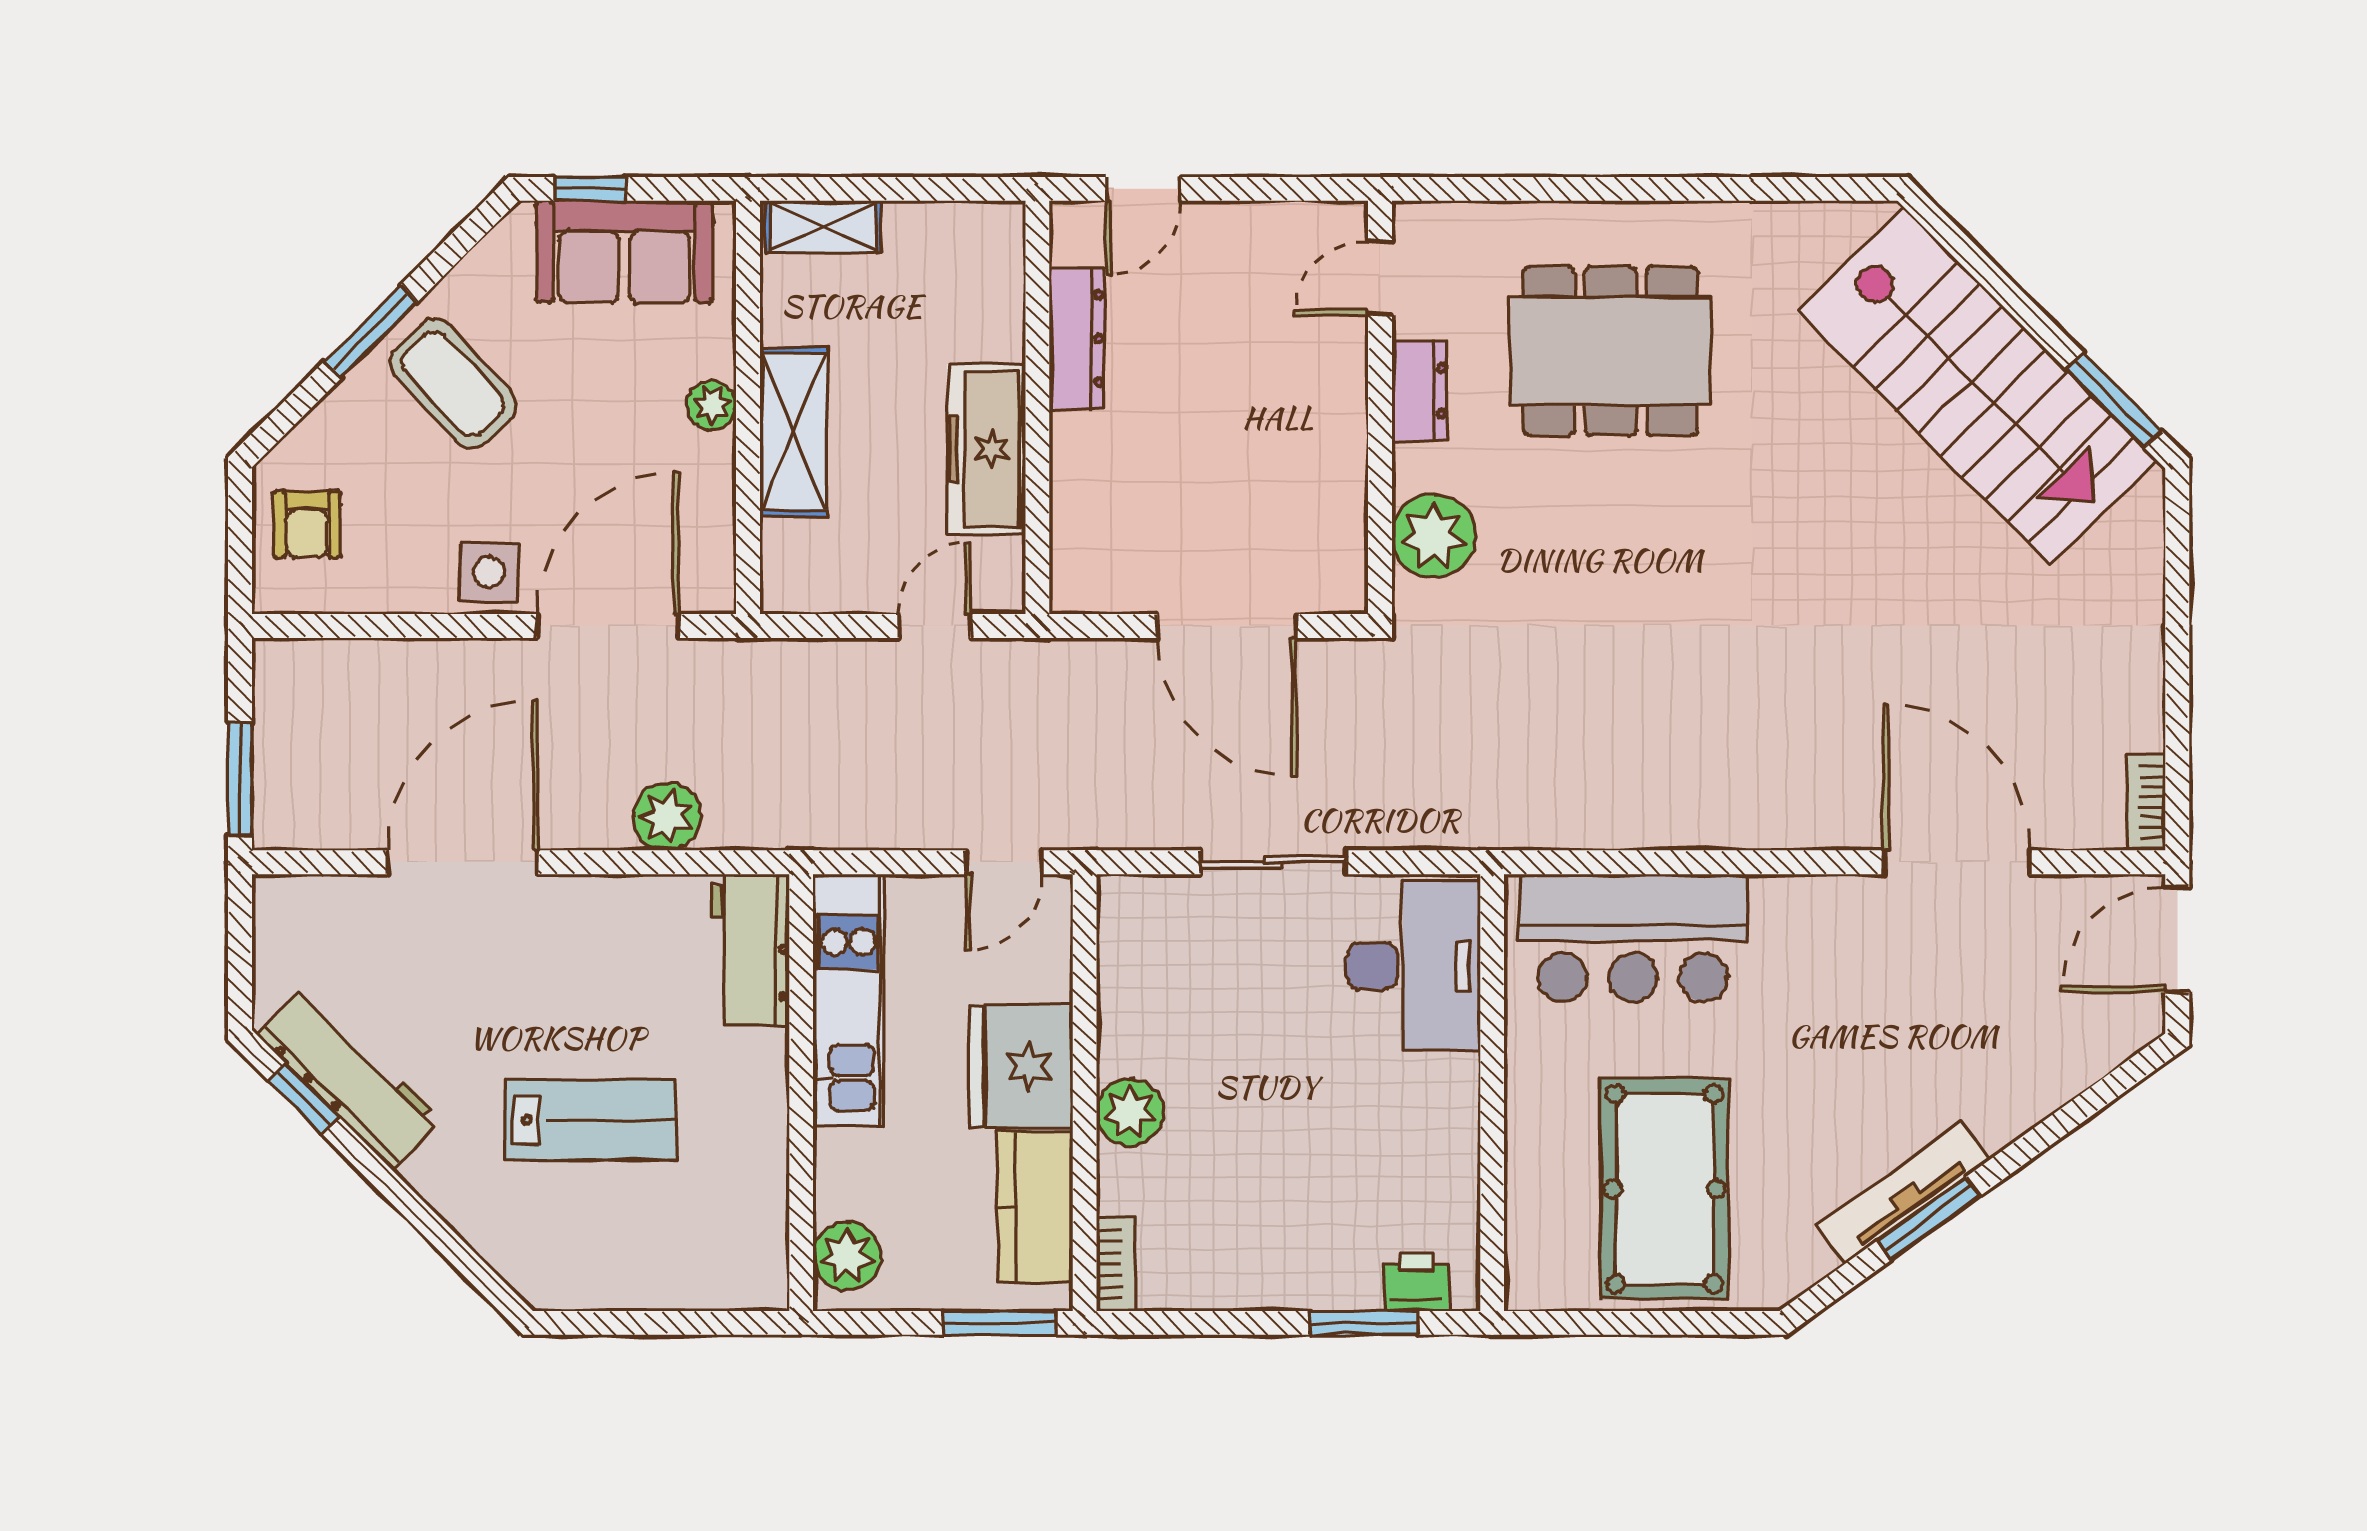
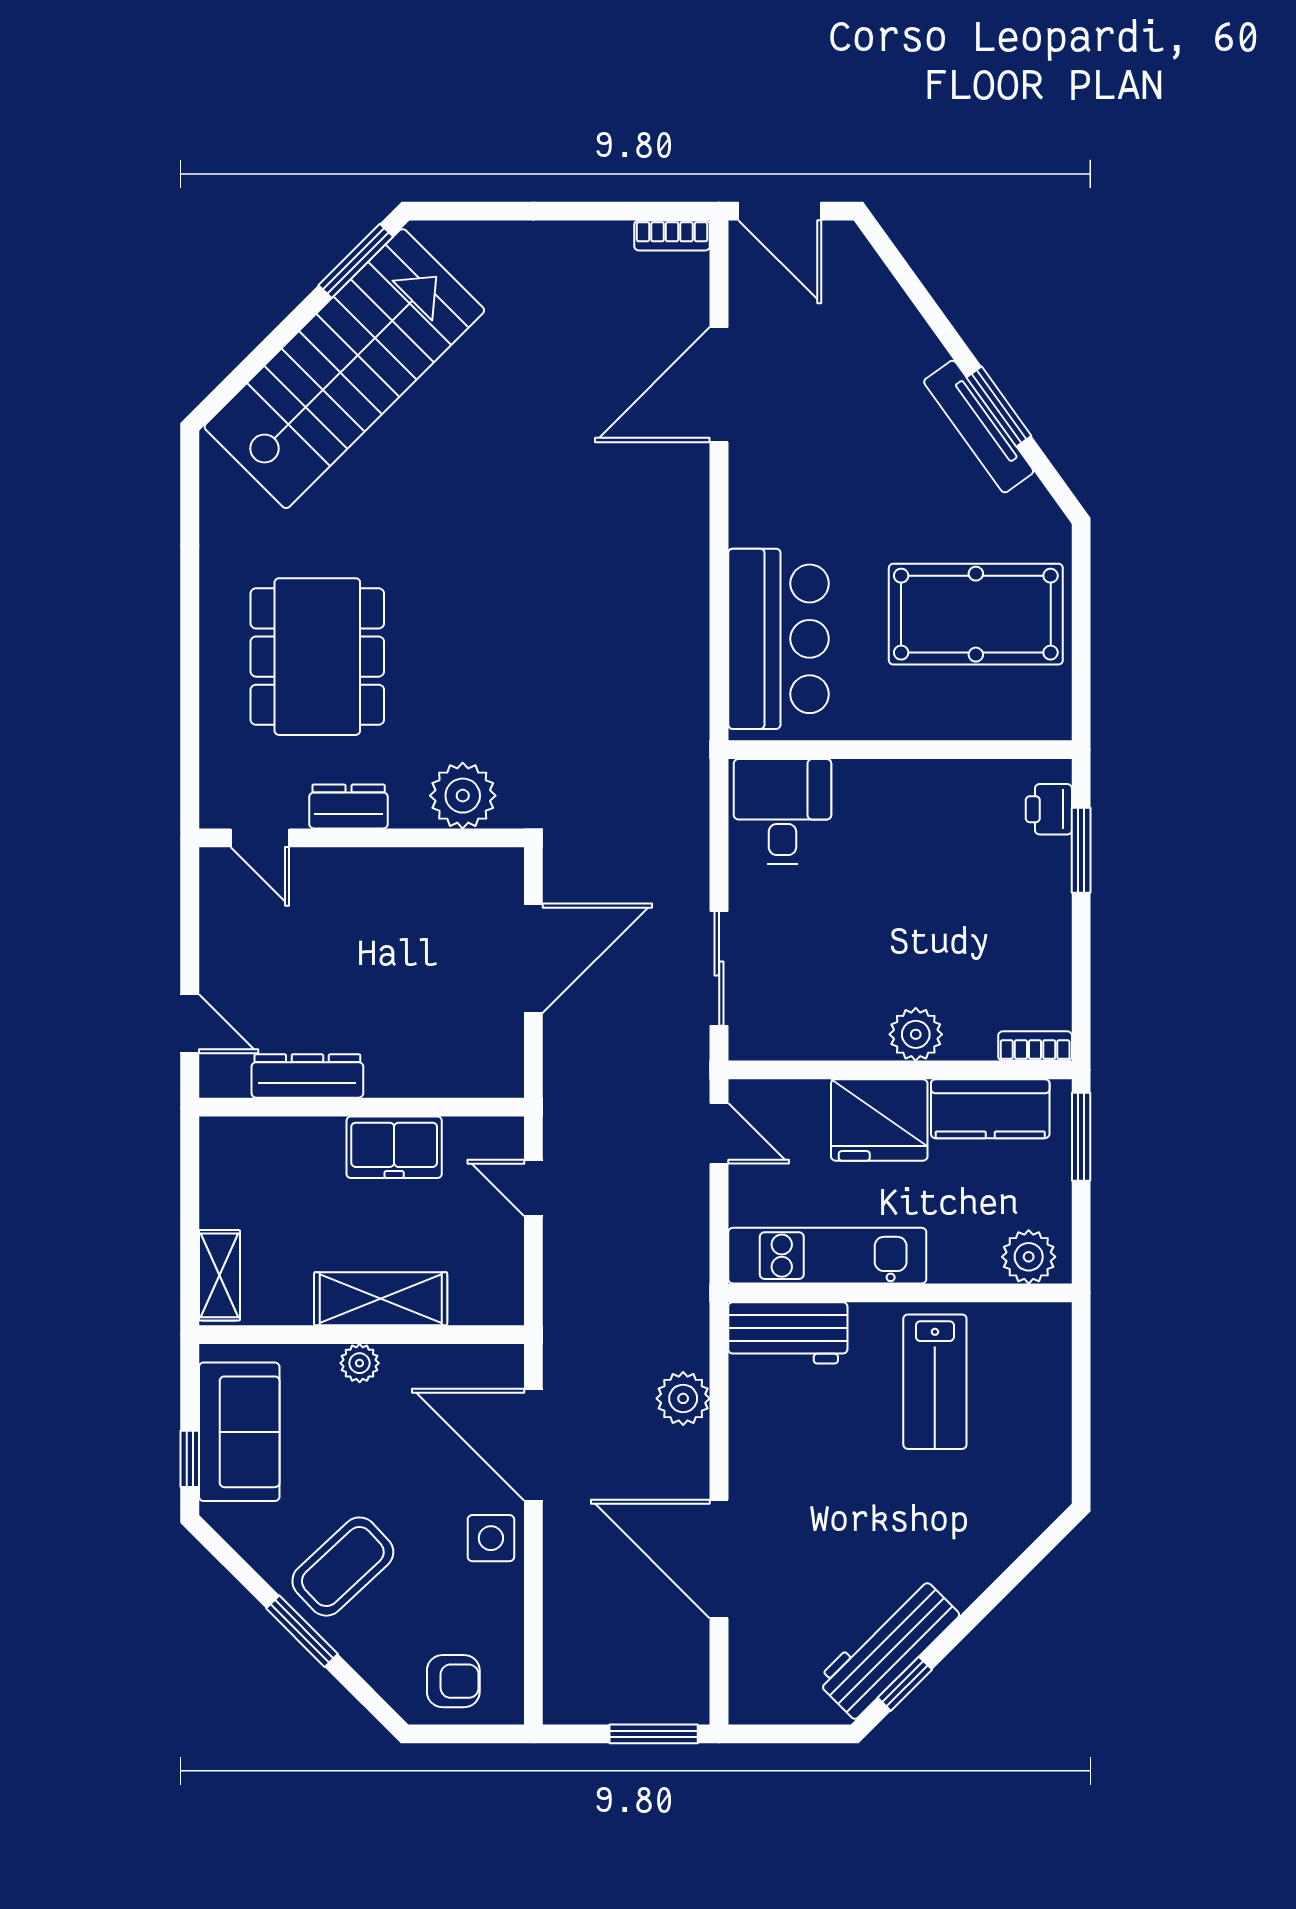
freezer: (986, 449) -> (394, 1147), width x0.71
sliding door: (1273, 862) -> (719, 968), moved
desk: (1414, 966) -> (782, 811), width x0.73
lab bench: (590, 1120) -> (935, 1382), moved, turned 180

